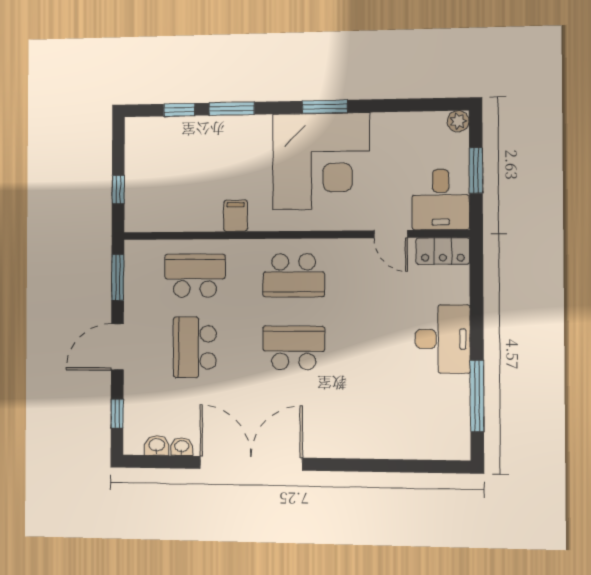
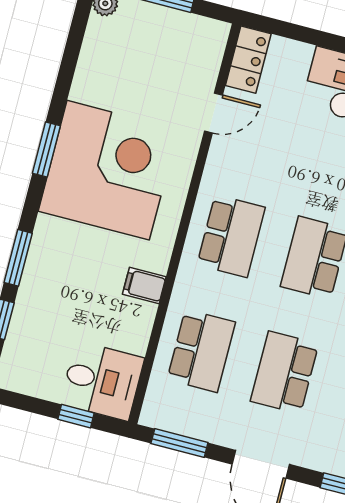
desk: (441, 200) -> (102, 381), moved
school desk: (195, 276) -> (201, 351), turned 180
school desk: (195, 347) -> (285, 372), turned 90

